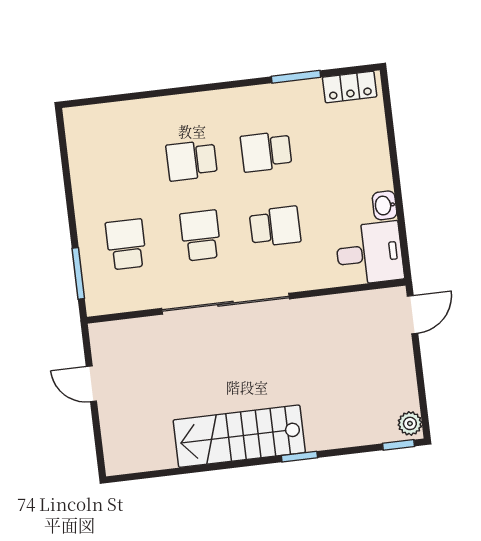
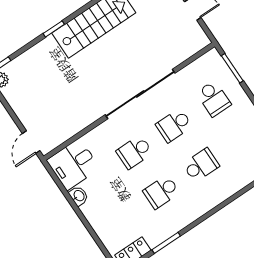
school desk: (266, 152) -> (161, 192), turned 180
school desk: (201, 235) -> (174, 125), turned 90

